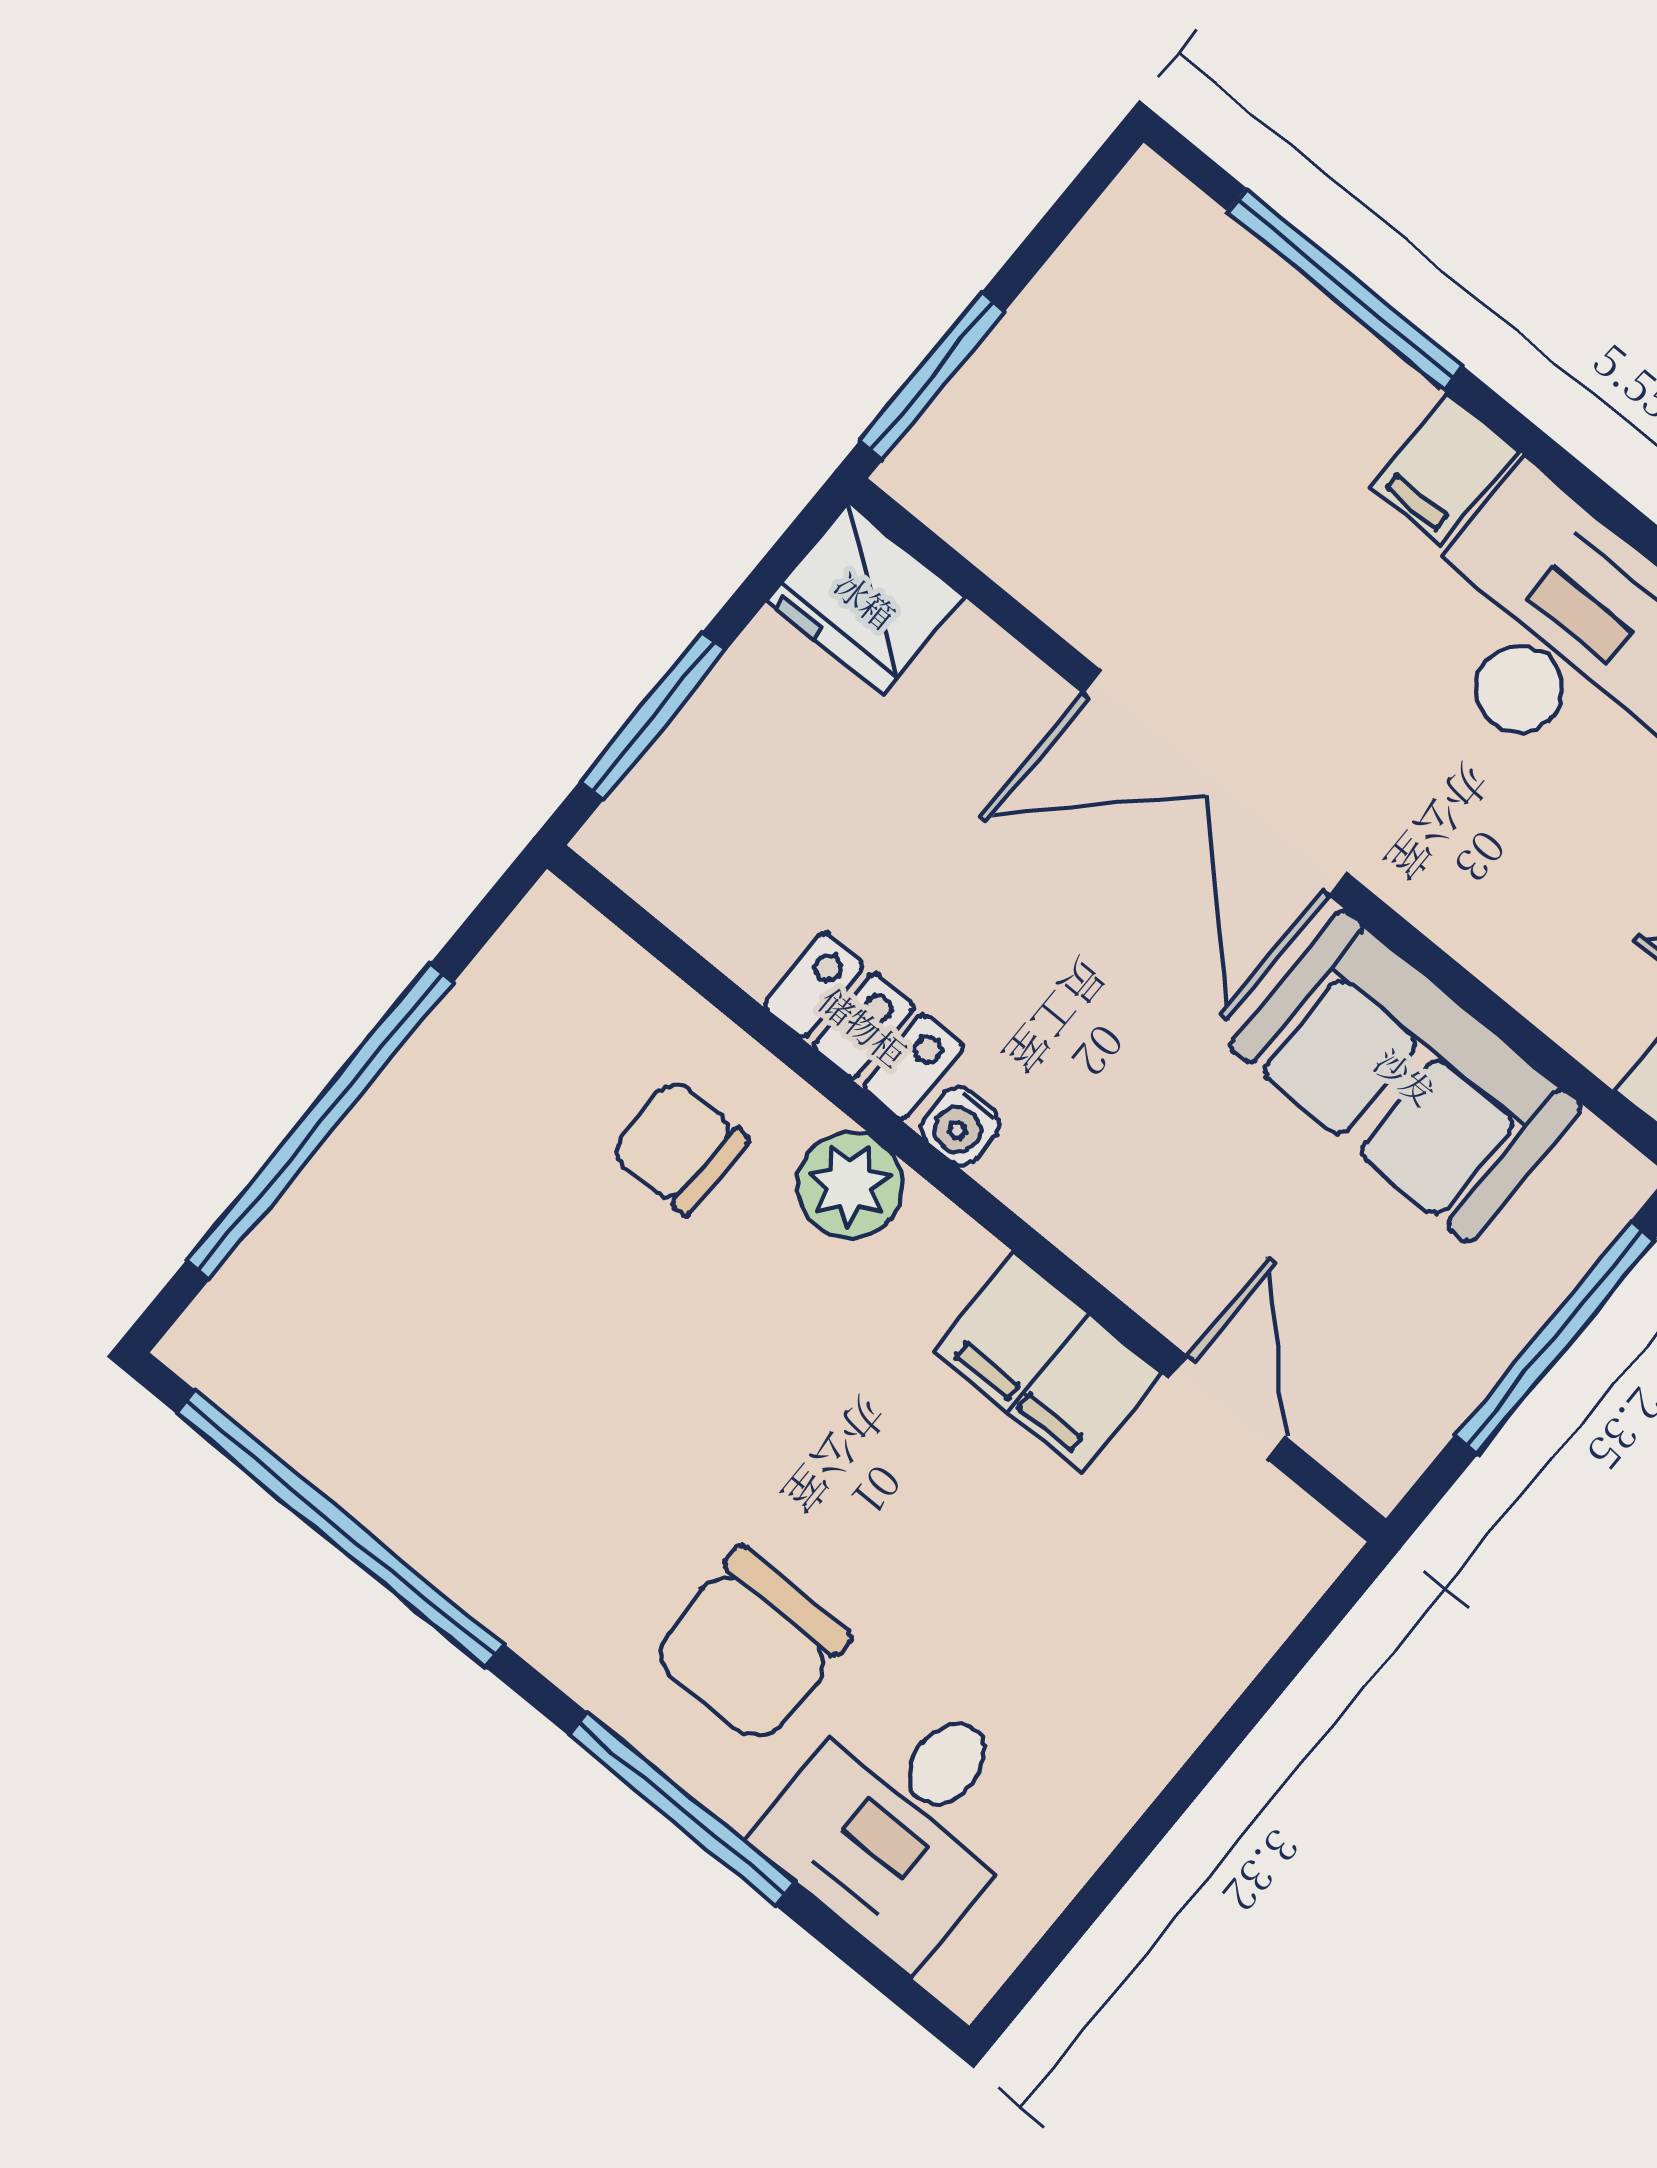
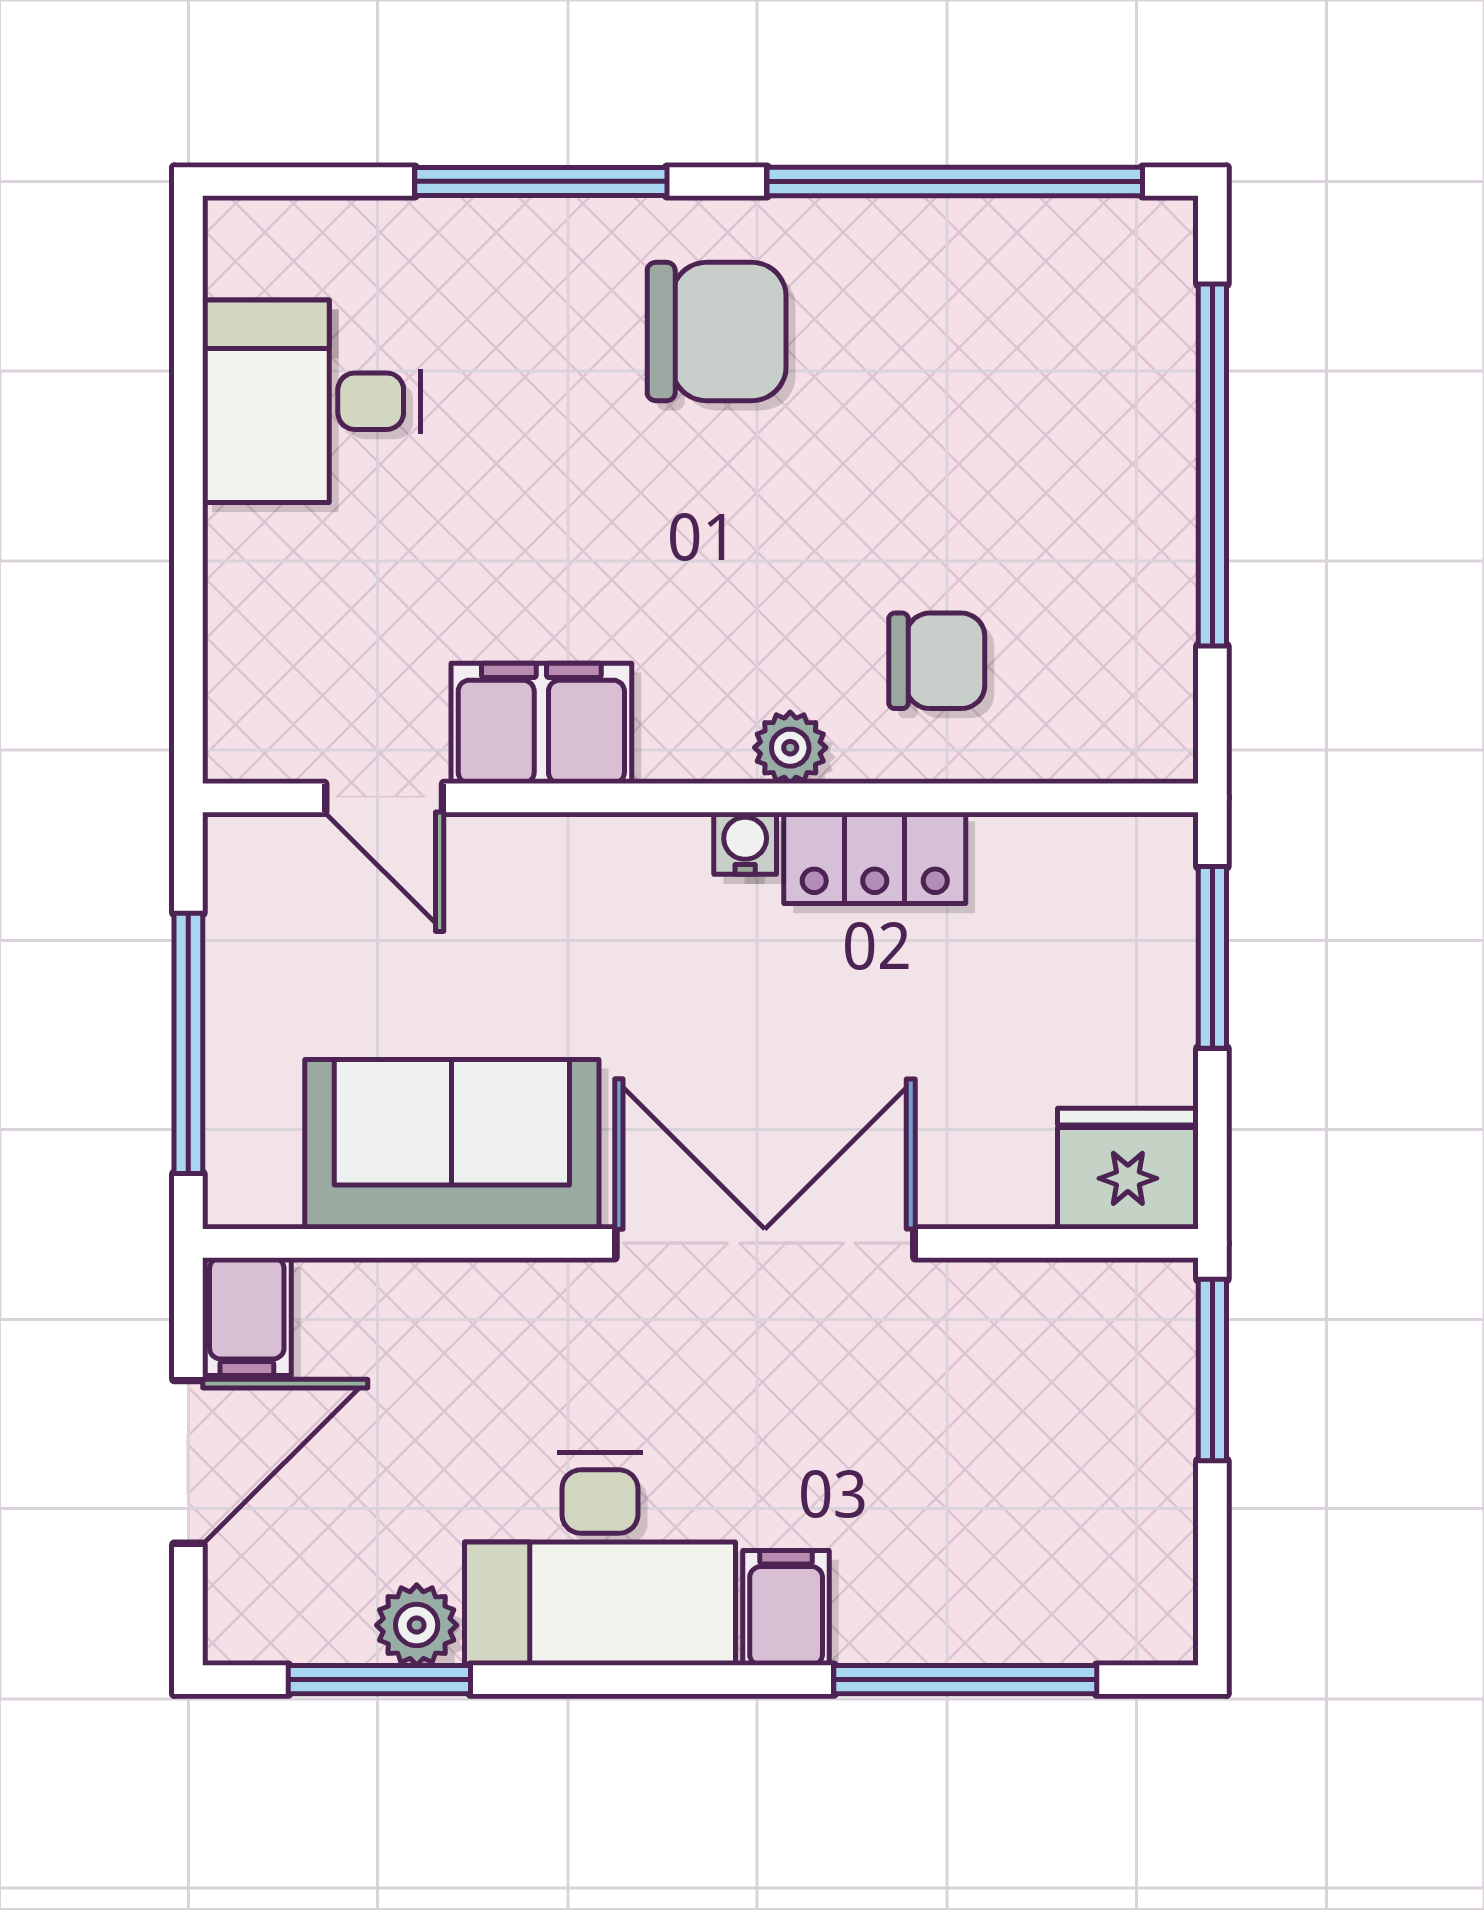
plant: (850, 1185) -> (790, 748), width x0.73, depth x0.73
chair: (750, 1646) -> (717, 332), moved, turned 90
desk: (901, 1819) -> (312, 401), moved, turned -90

